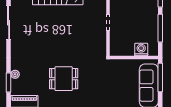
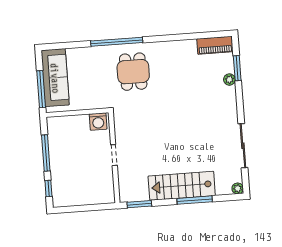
washing machine: (141, 49) -> (98, 122), moved
dining table: (64, 79) -> (133, 72), moved, turned 90

